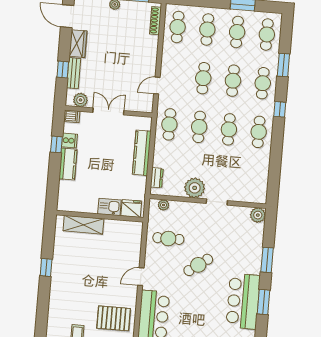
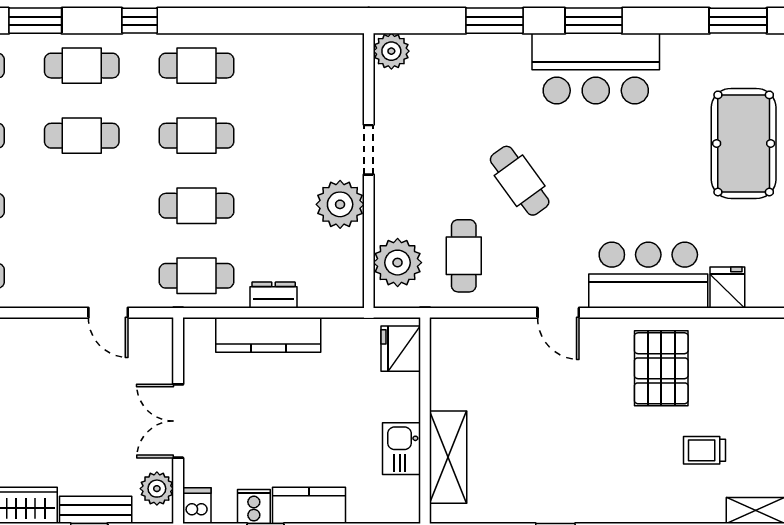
cafe table: (203, 78) -> (82, 206), removed
dresser: (157, 178) -> (274, 295), moved
plant: (163, 205) -> (398, 263), width x1.87, depth x1.87
kitchen sink: (109, 207) -> (401, 449), moved

